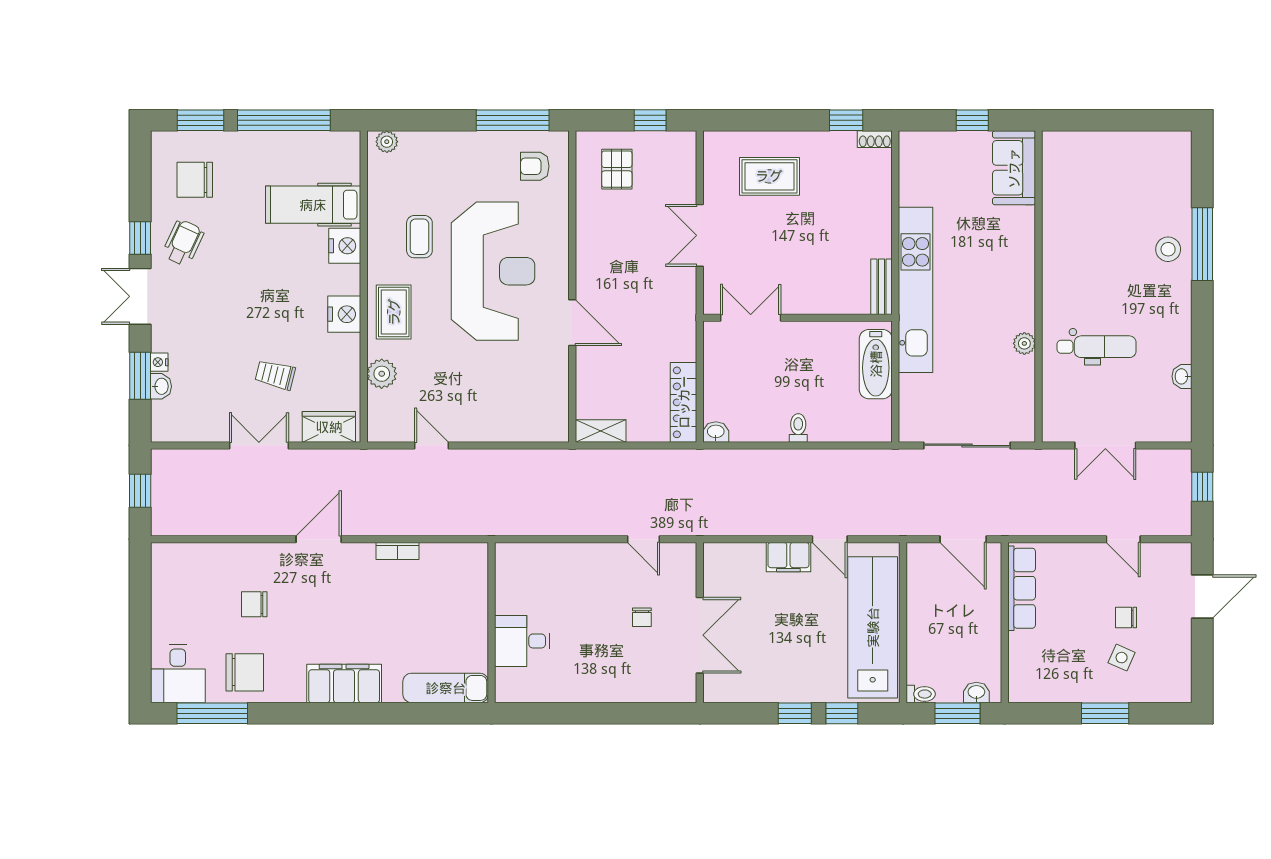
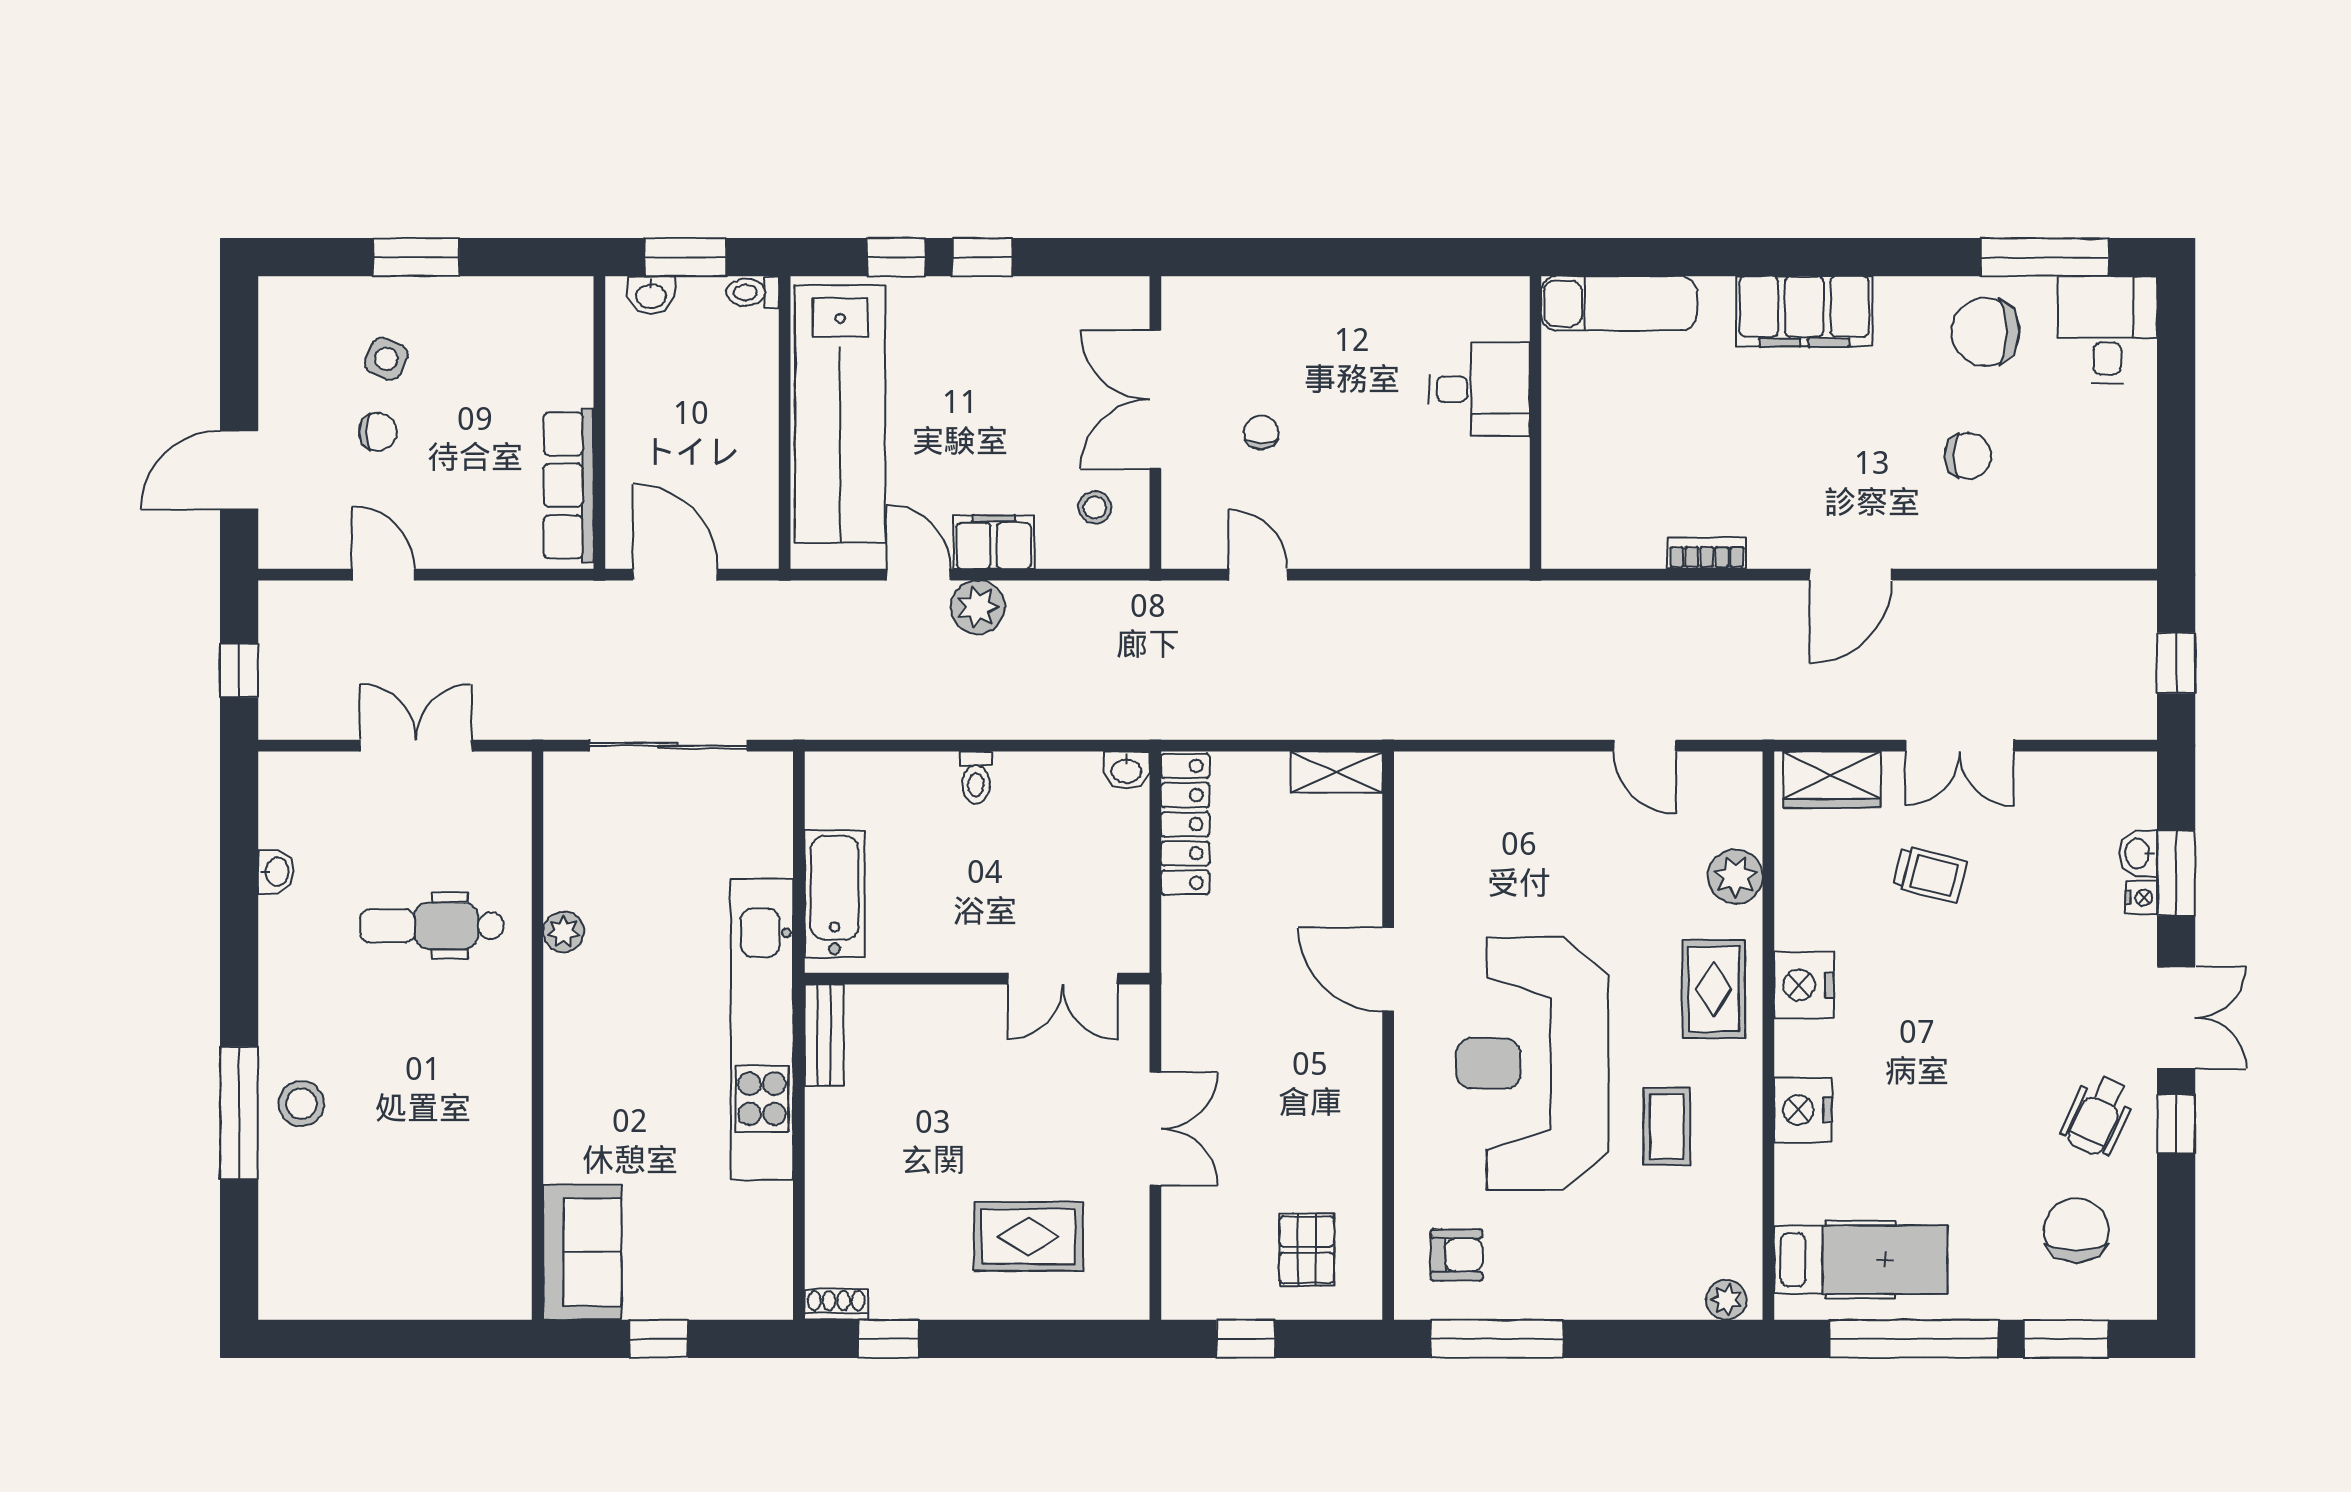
chair: (195, 180) -> (2076, 1230), turned -90
hospital bed: (313, 205) -> (1861, 1260), moved
plant: (797, 521) -> (978, 607), added
stool: (733, 576) -> (1095, 507), added

